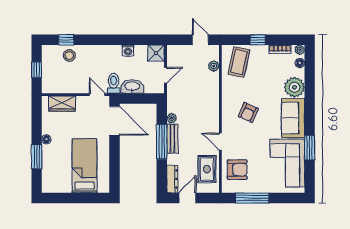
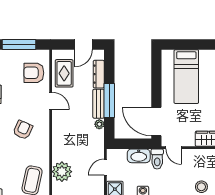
plant: (214, 66) -> (62, 172), width x1.87, depth x1.87
dresser: (172, 179) -> (99, 74), moved

